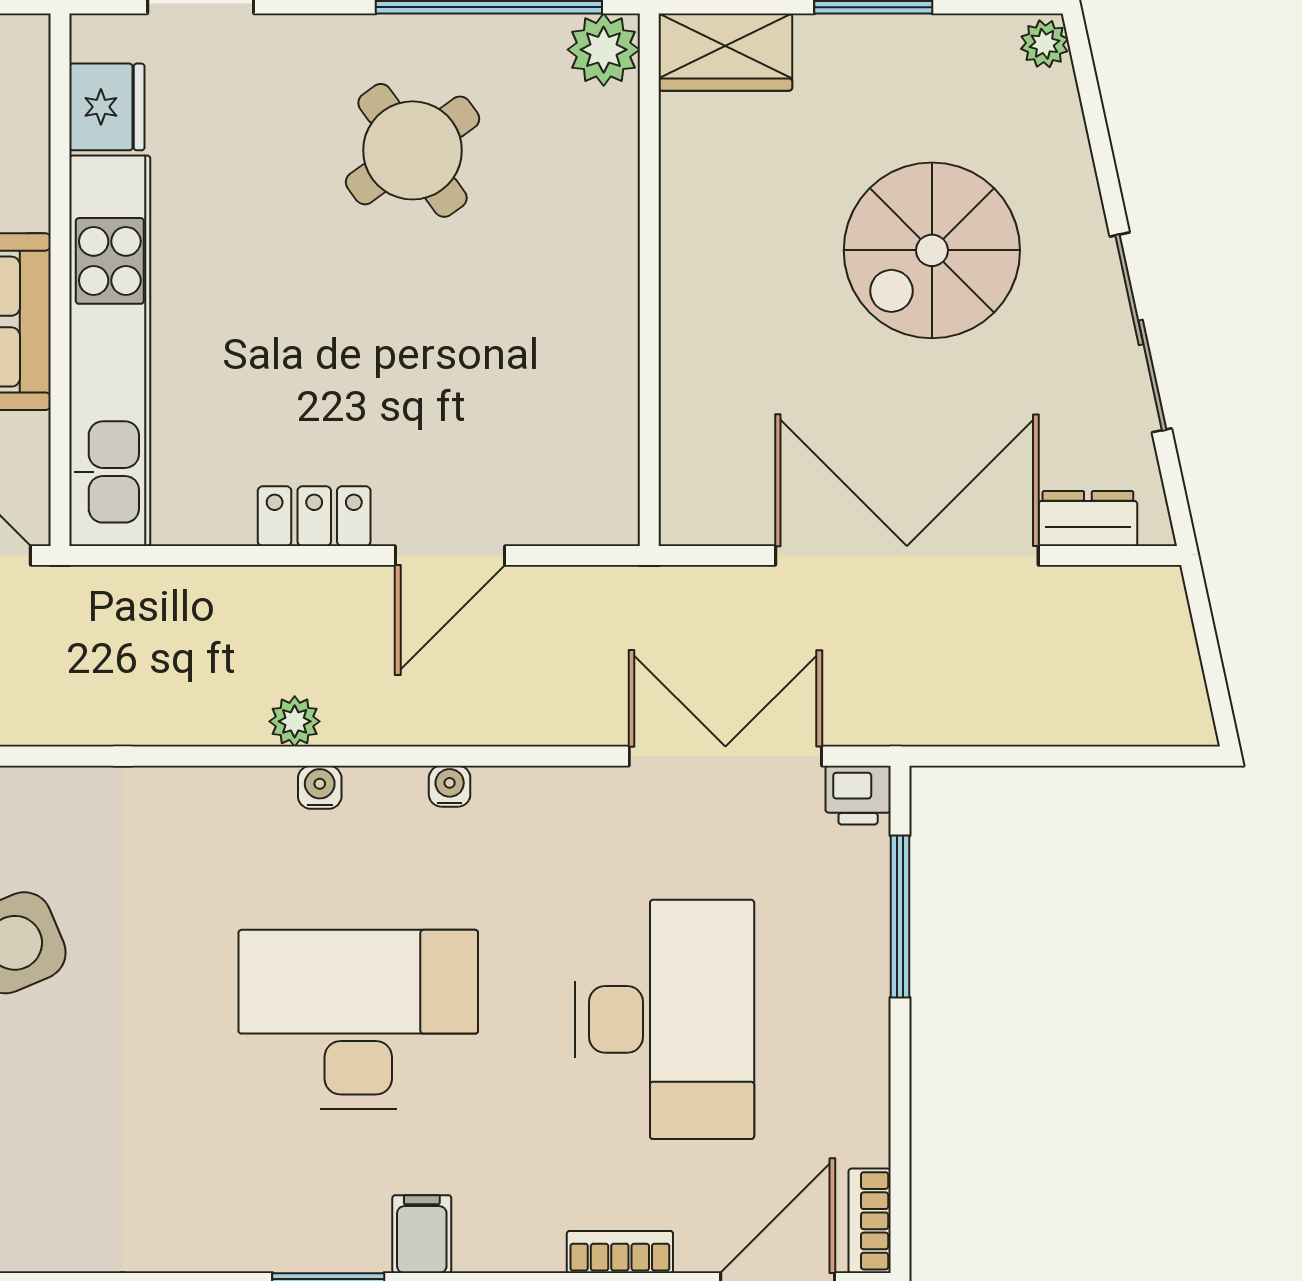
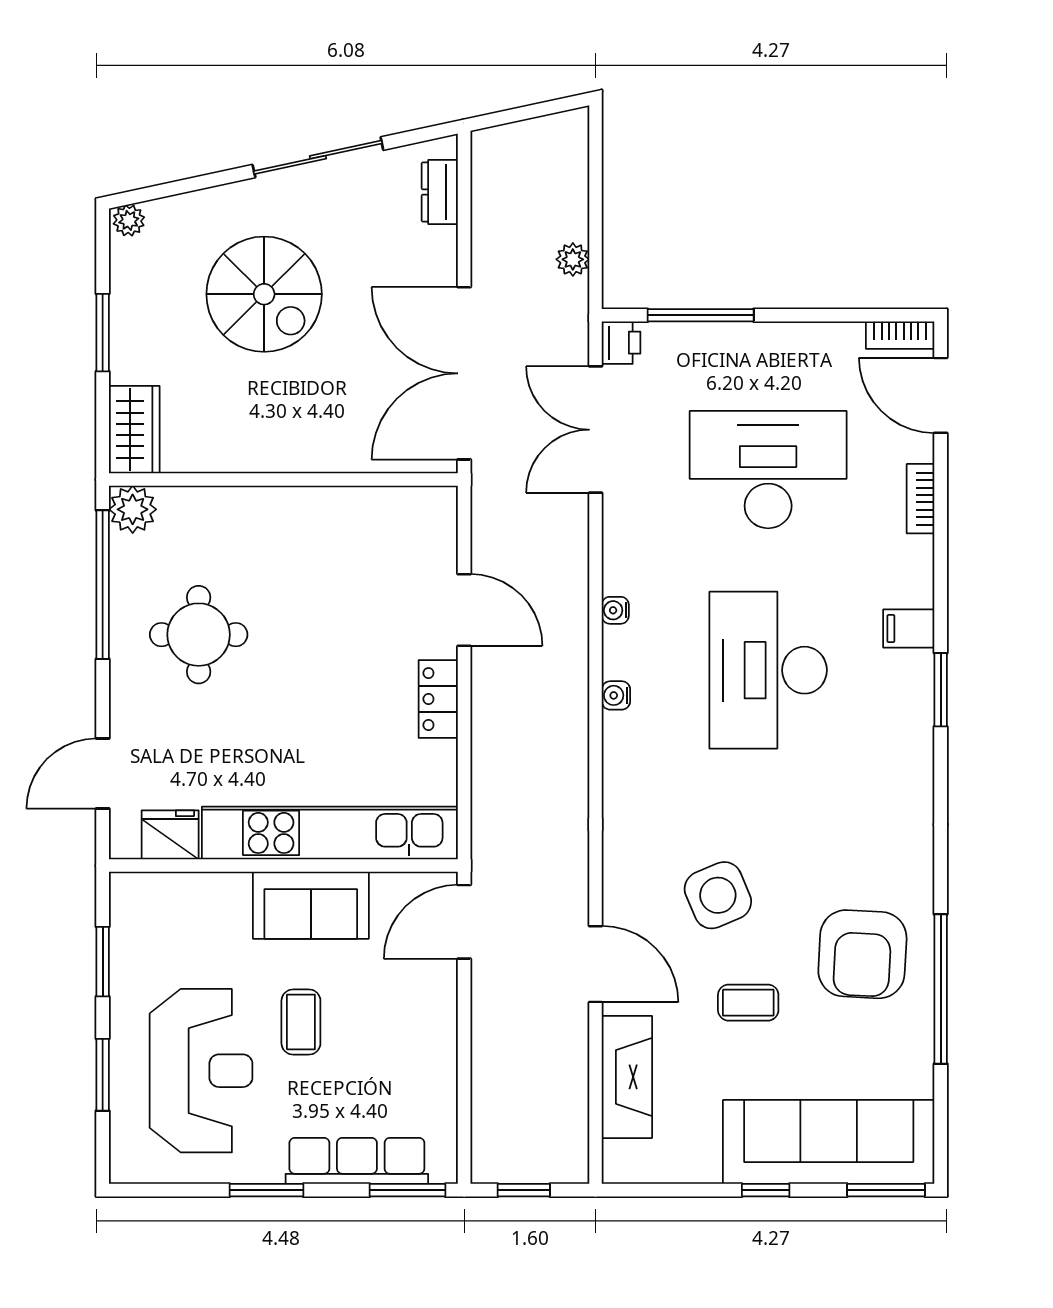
round table: (413, 150) -> (199, 635), turned 36
double door: (907, 556) -> (464, 373), moved
plant: (295, 721) -> (573, 259), moved

